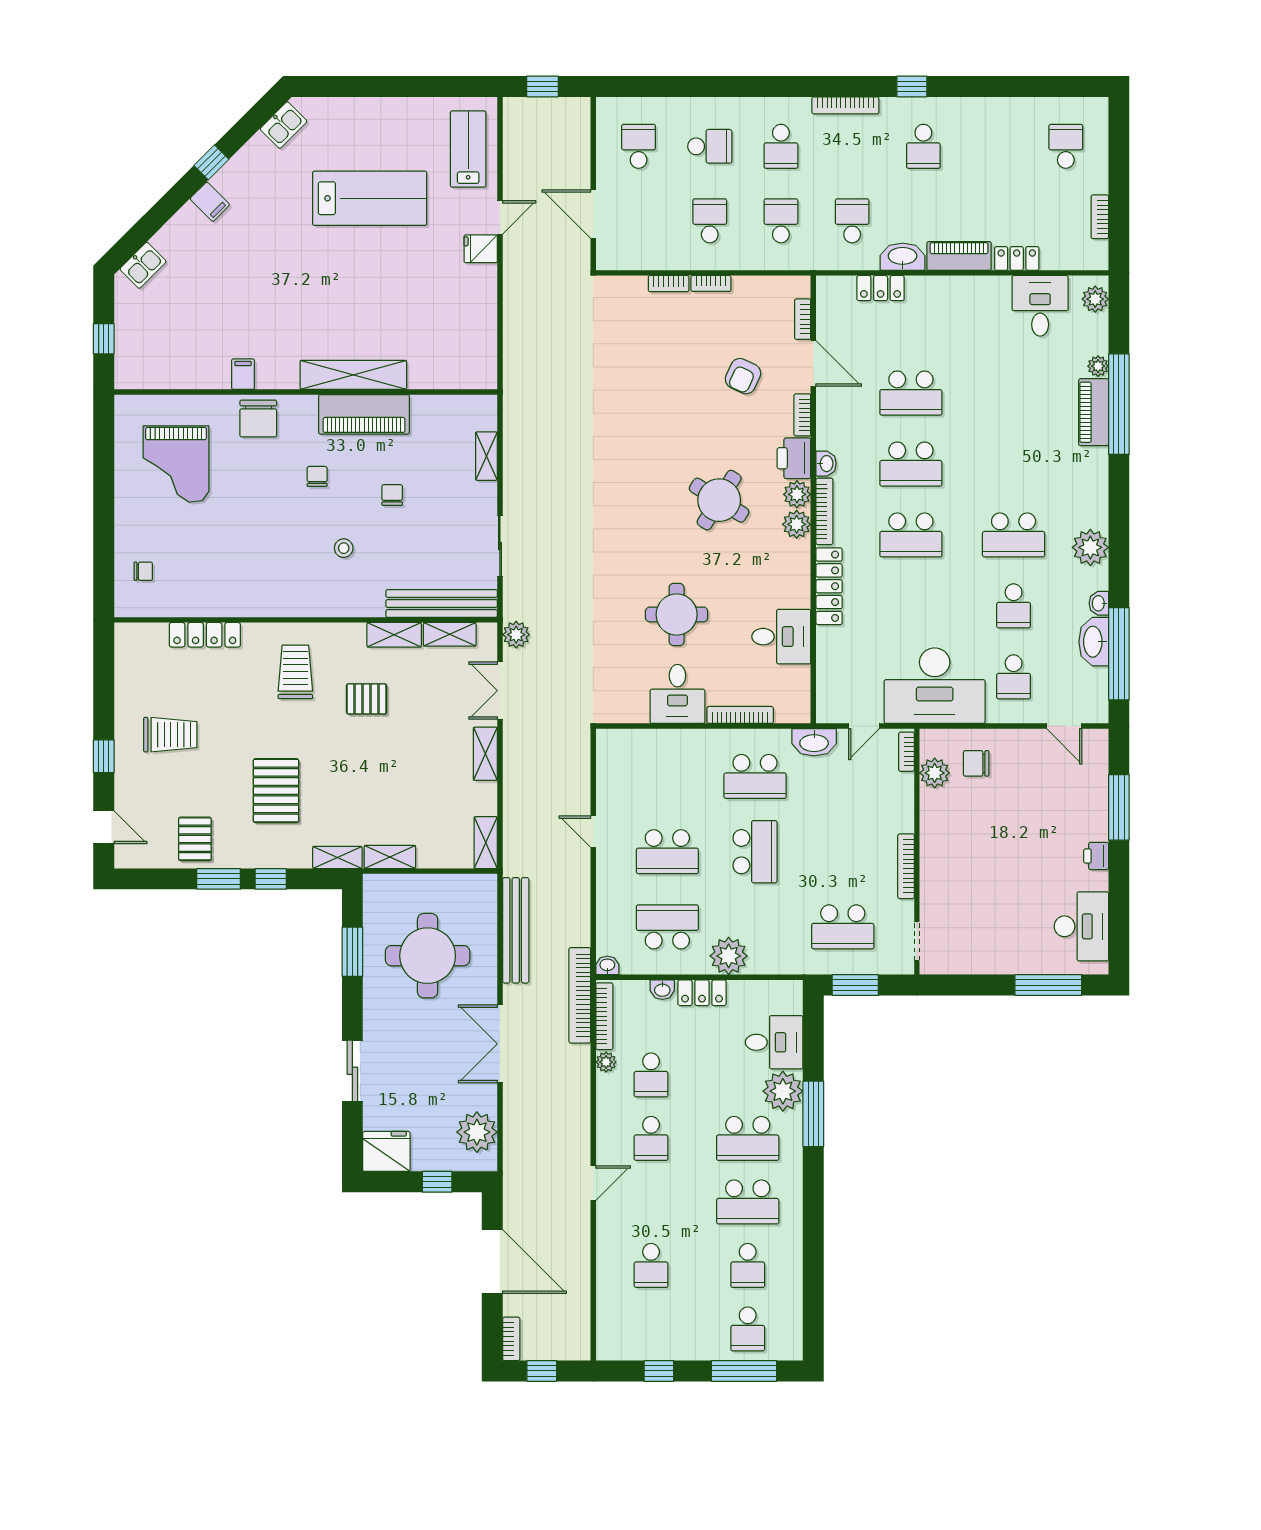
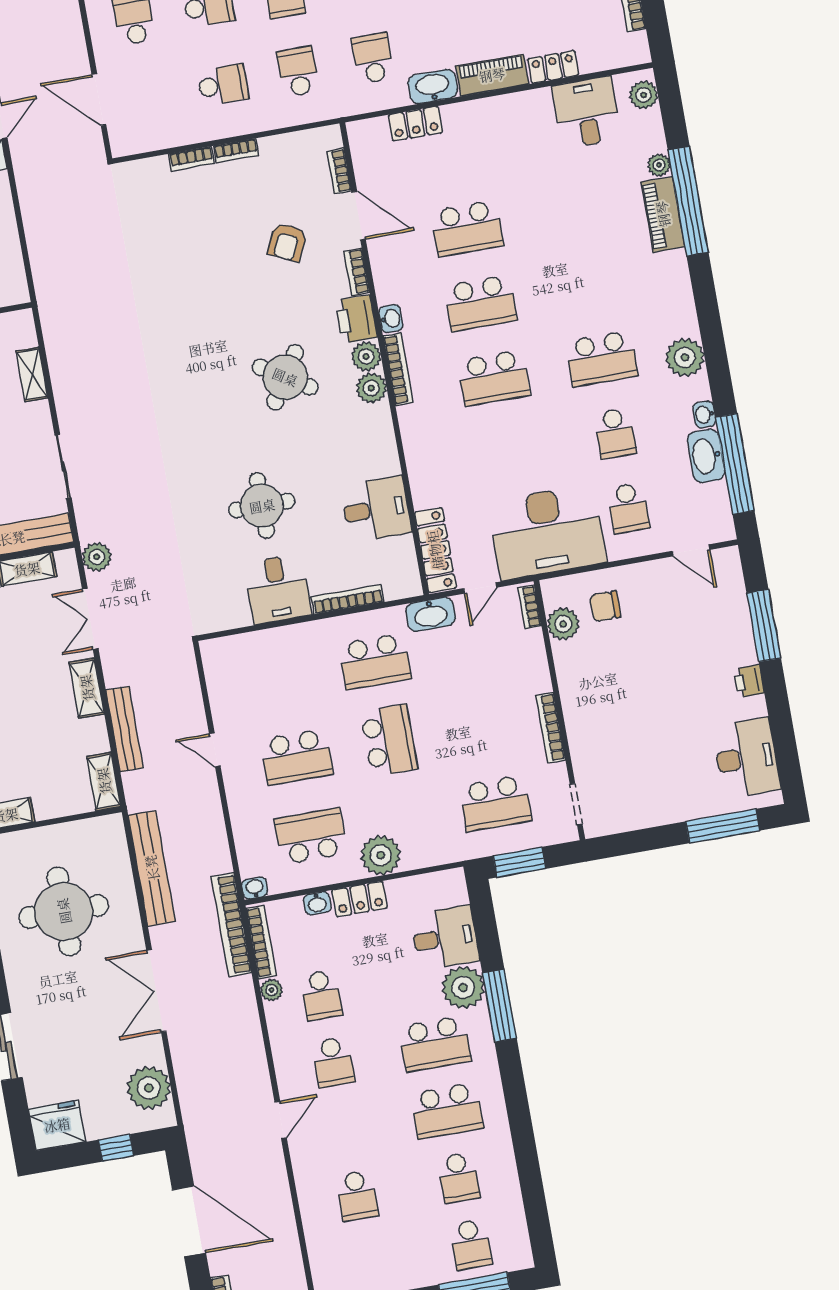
school desk: (710, 221) -> (223, 85), turned 90
locker: (829, 586) -> (435, 550), moved
bench: (513, 798) -> (124, 729), added

